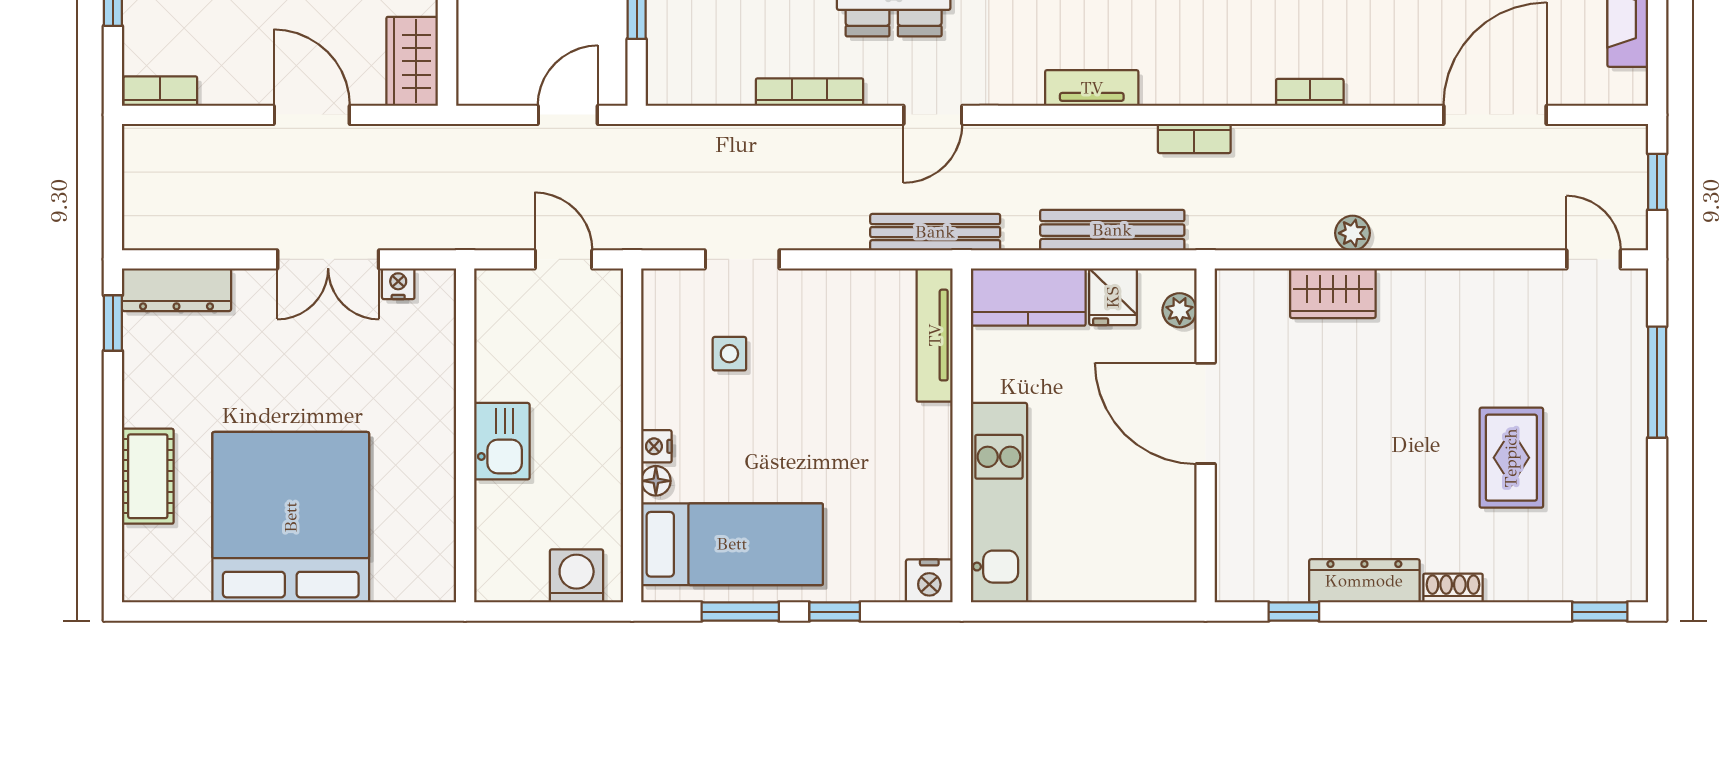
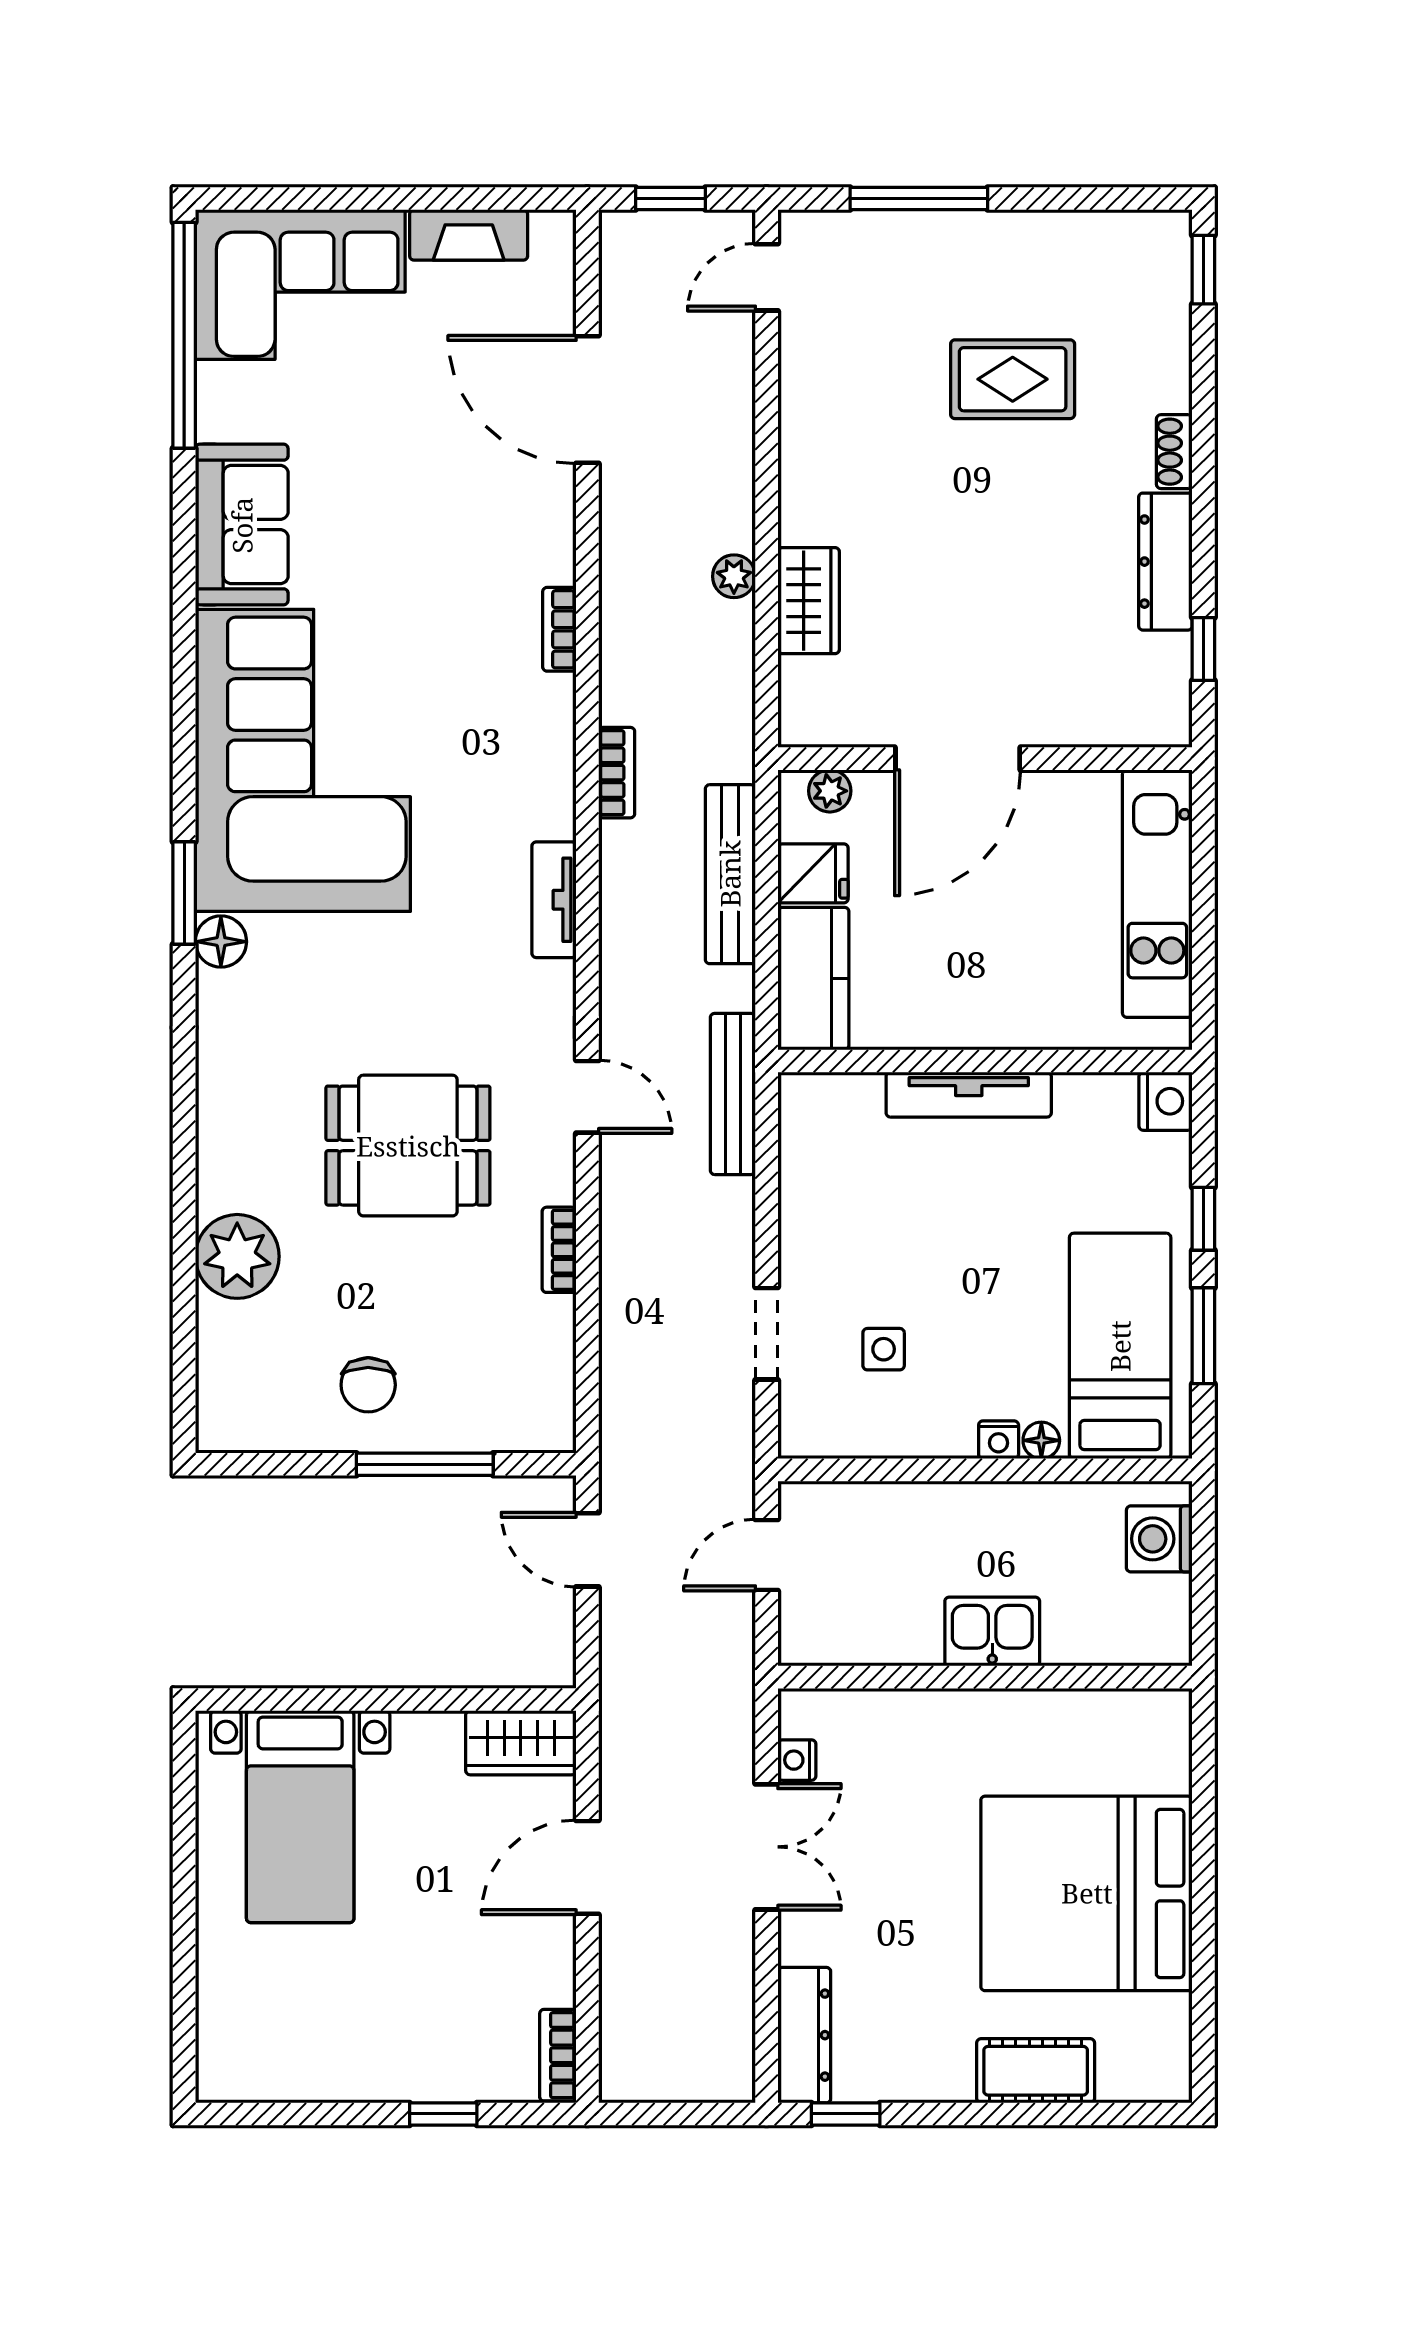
bookcase: (810, 92) -> (559, 1250), width x0.64
tv unit: (935, 335) -> (969, 1095), moved
kitchen unit: (999, 503) -> (1157, 894), moved, turned -90

